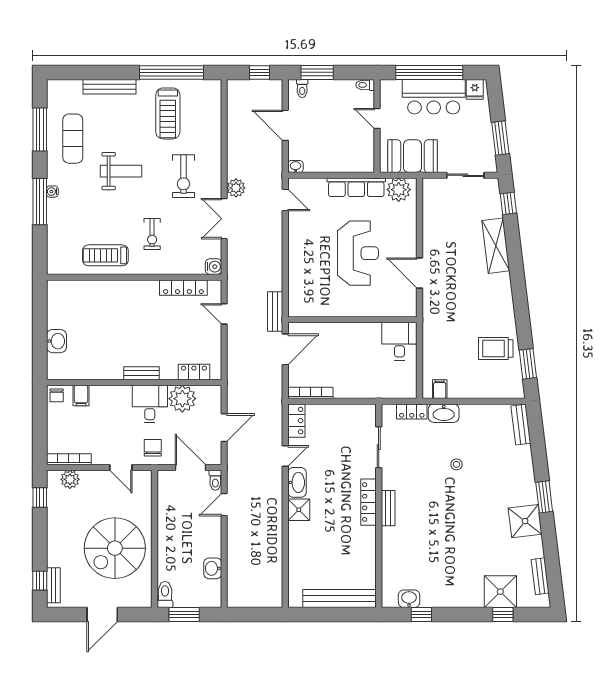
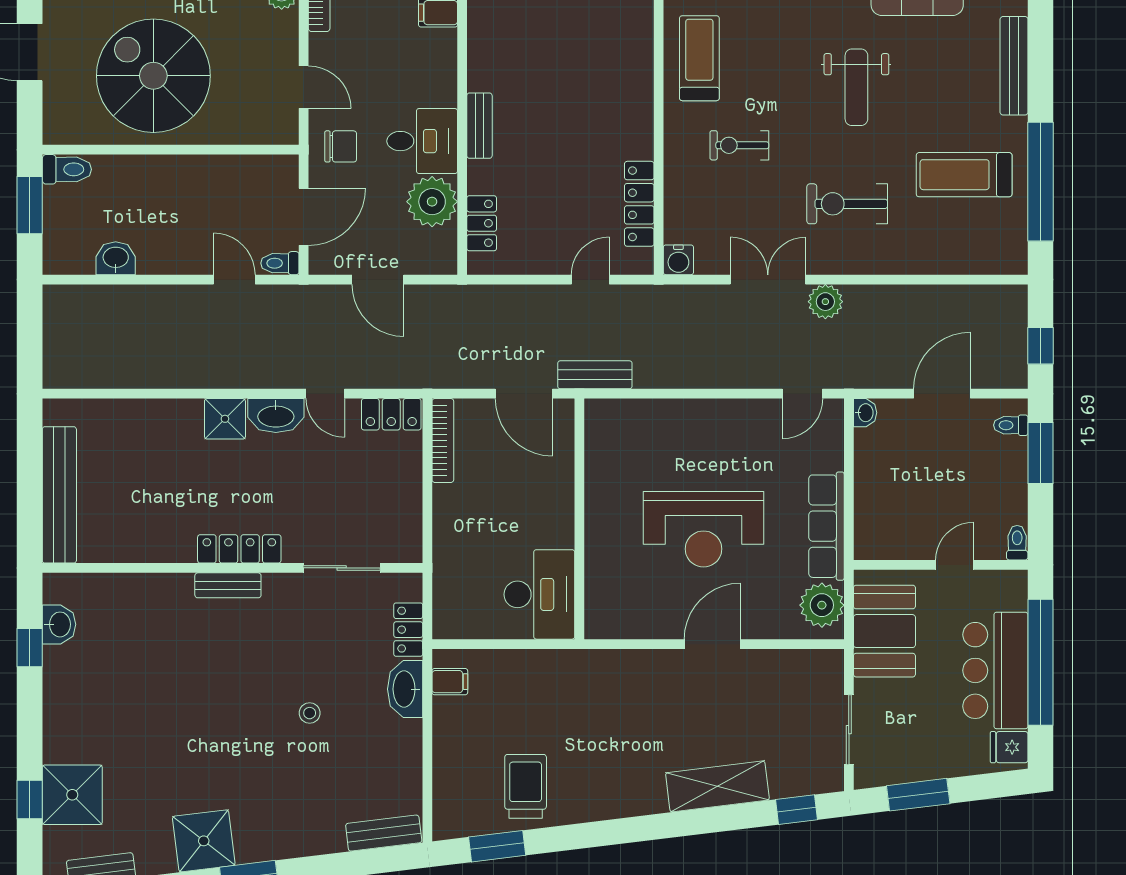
door: (420, 273) -> (712, 644), moved
desk: (399, 341) -> (539, 594), width x1.37
door: (121, 467) -> (304, 87), swing flipped

